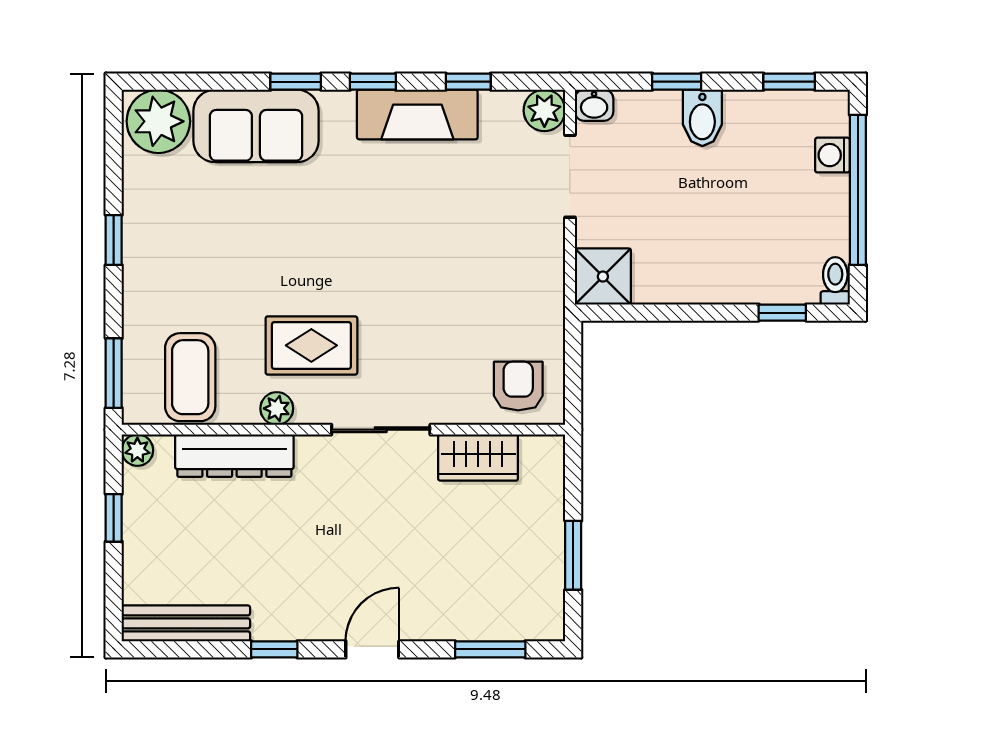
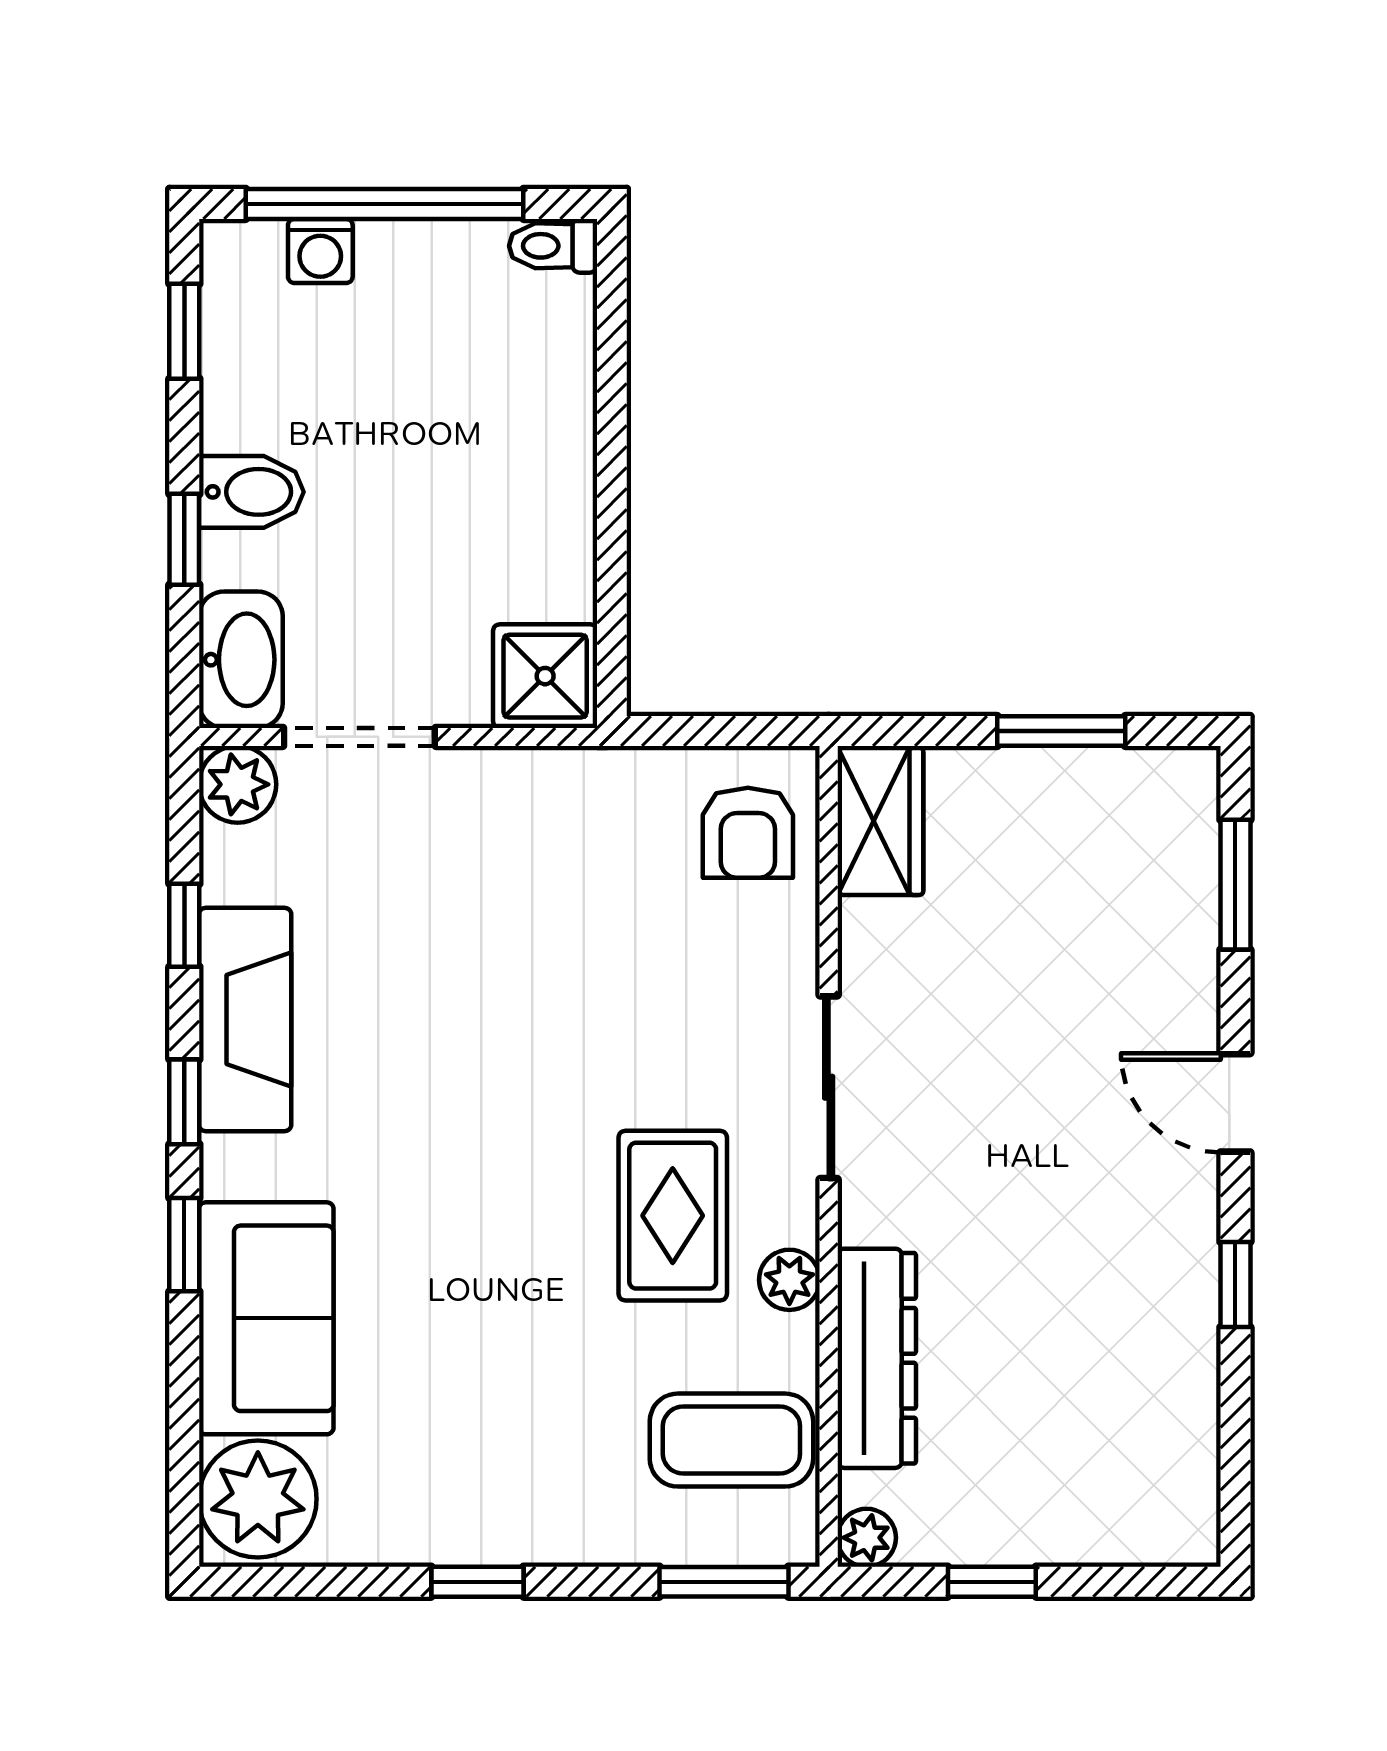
washbasin: (594, 105) -> (241, 660), width x1.91, depth x1.45
window: (782, 313) -> (612, 344), removed
armchair: (518, 386) -> (748, 833), turned -90
wardrobe: (478, 458) -> (880, 821), moved
bench: (186, 623) -> (1187, 1448), removed

